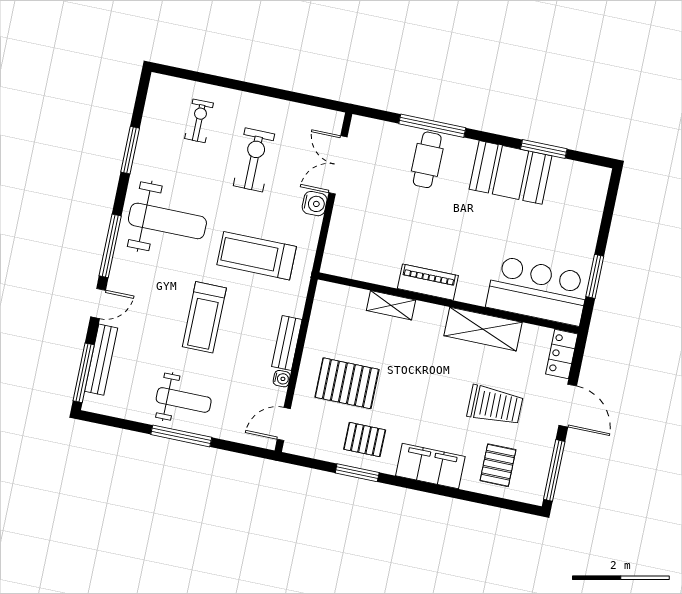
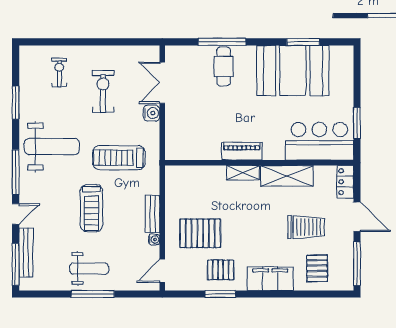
booth: (511, 172) -> (293, 70), width x1.36, depth x1.42
shelving: (391, 305) -> (243, 173), moved

